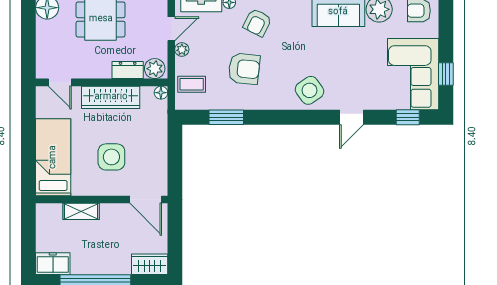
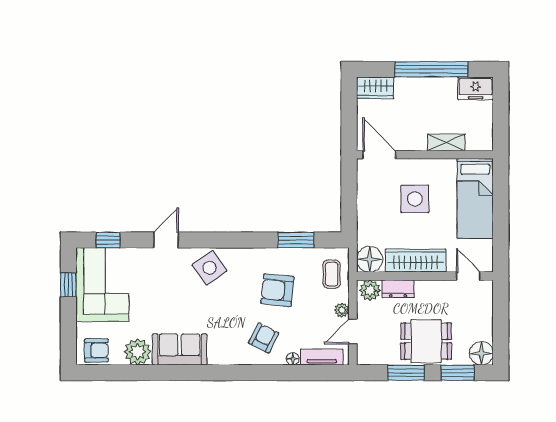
coffee table: (192, 84) -> (332, 274), turned 90
floor lamp: (161, 93) -> (370, 259), width x1.89, depth x1.89

